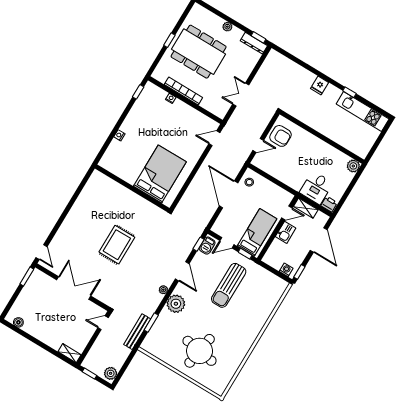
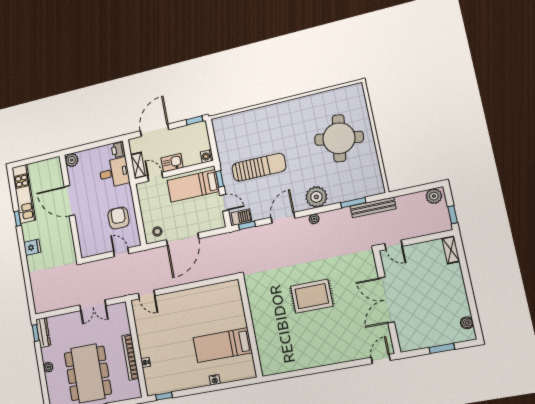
armchair: (280, 136) -> (118, 218), moved
door: (327, 140) -> (69, 201), added
bed: (160, 174) -> (223, 345), moved, width x0.67
washing machine: (286, 270) -> (207, 156), moved
window: (27, 276) -> (442, 348), moved

